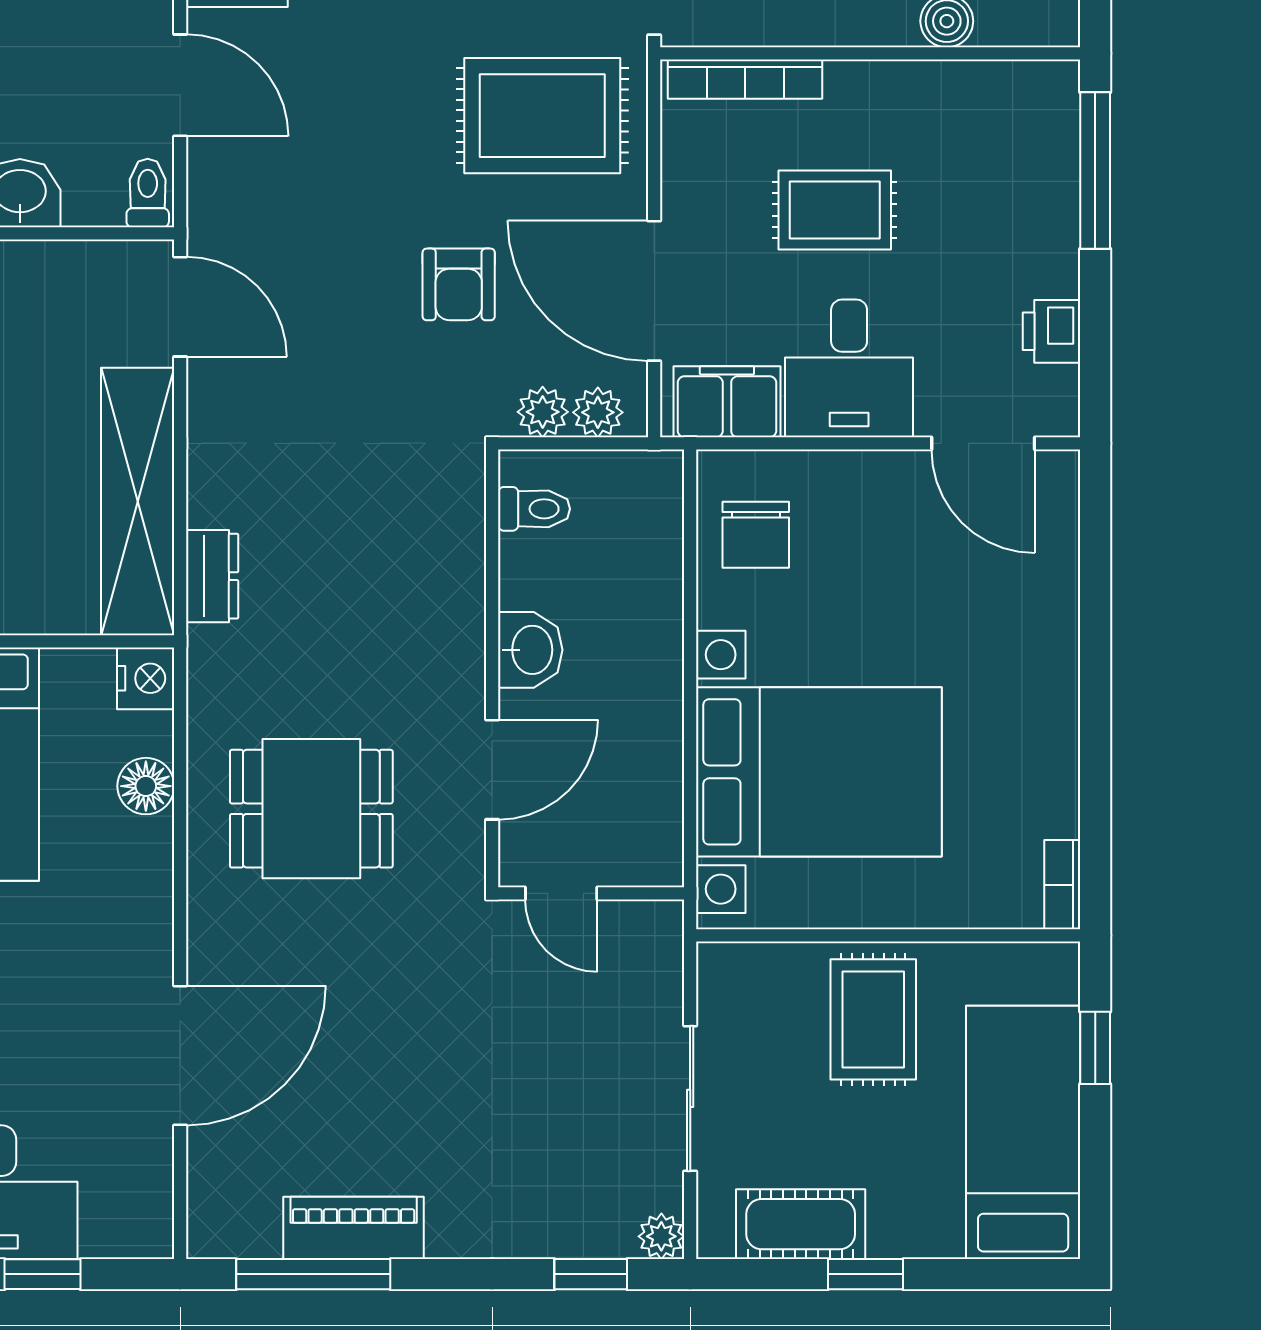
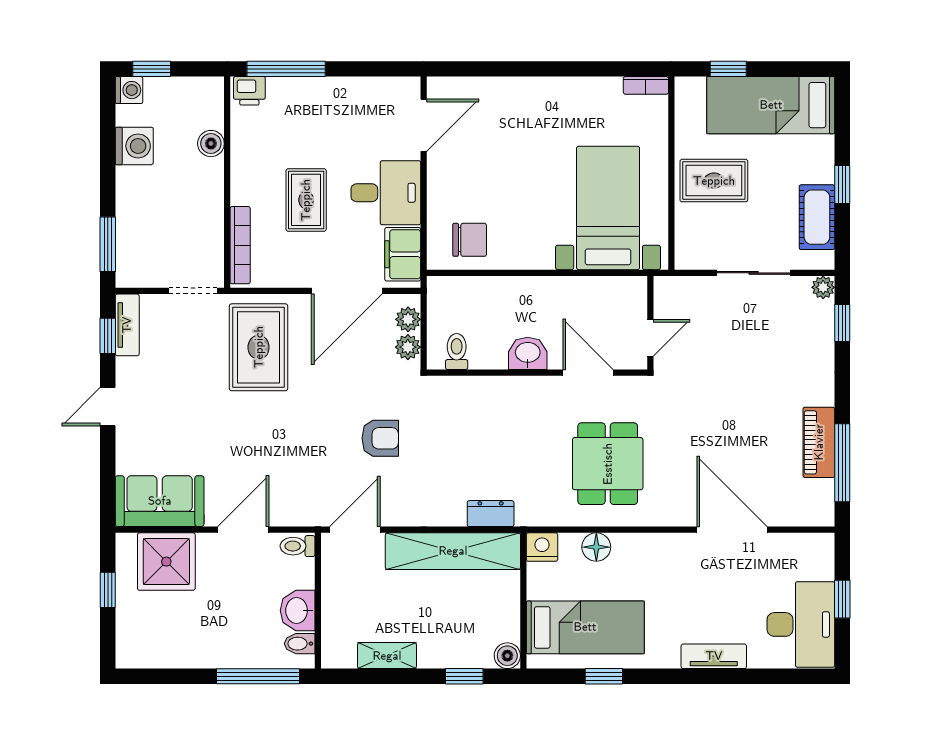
armchair: (459, 284) -> (380, 438), moved
printer: (1051, 331) -> (249, 91), moved
bed with nightstands: (819, 772) -> (608, 208), width x0.73

